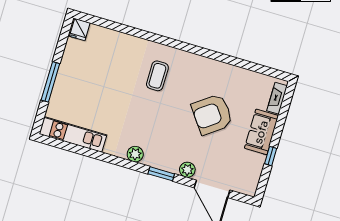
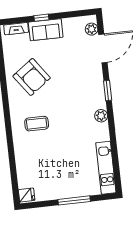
armchair: (212, 114) -> (32, 77), moved
window: (271, 156) -> (41, 18), moved
plant: (187, 170) -> (92, 29), moved

